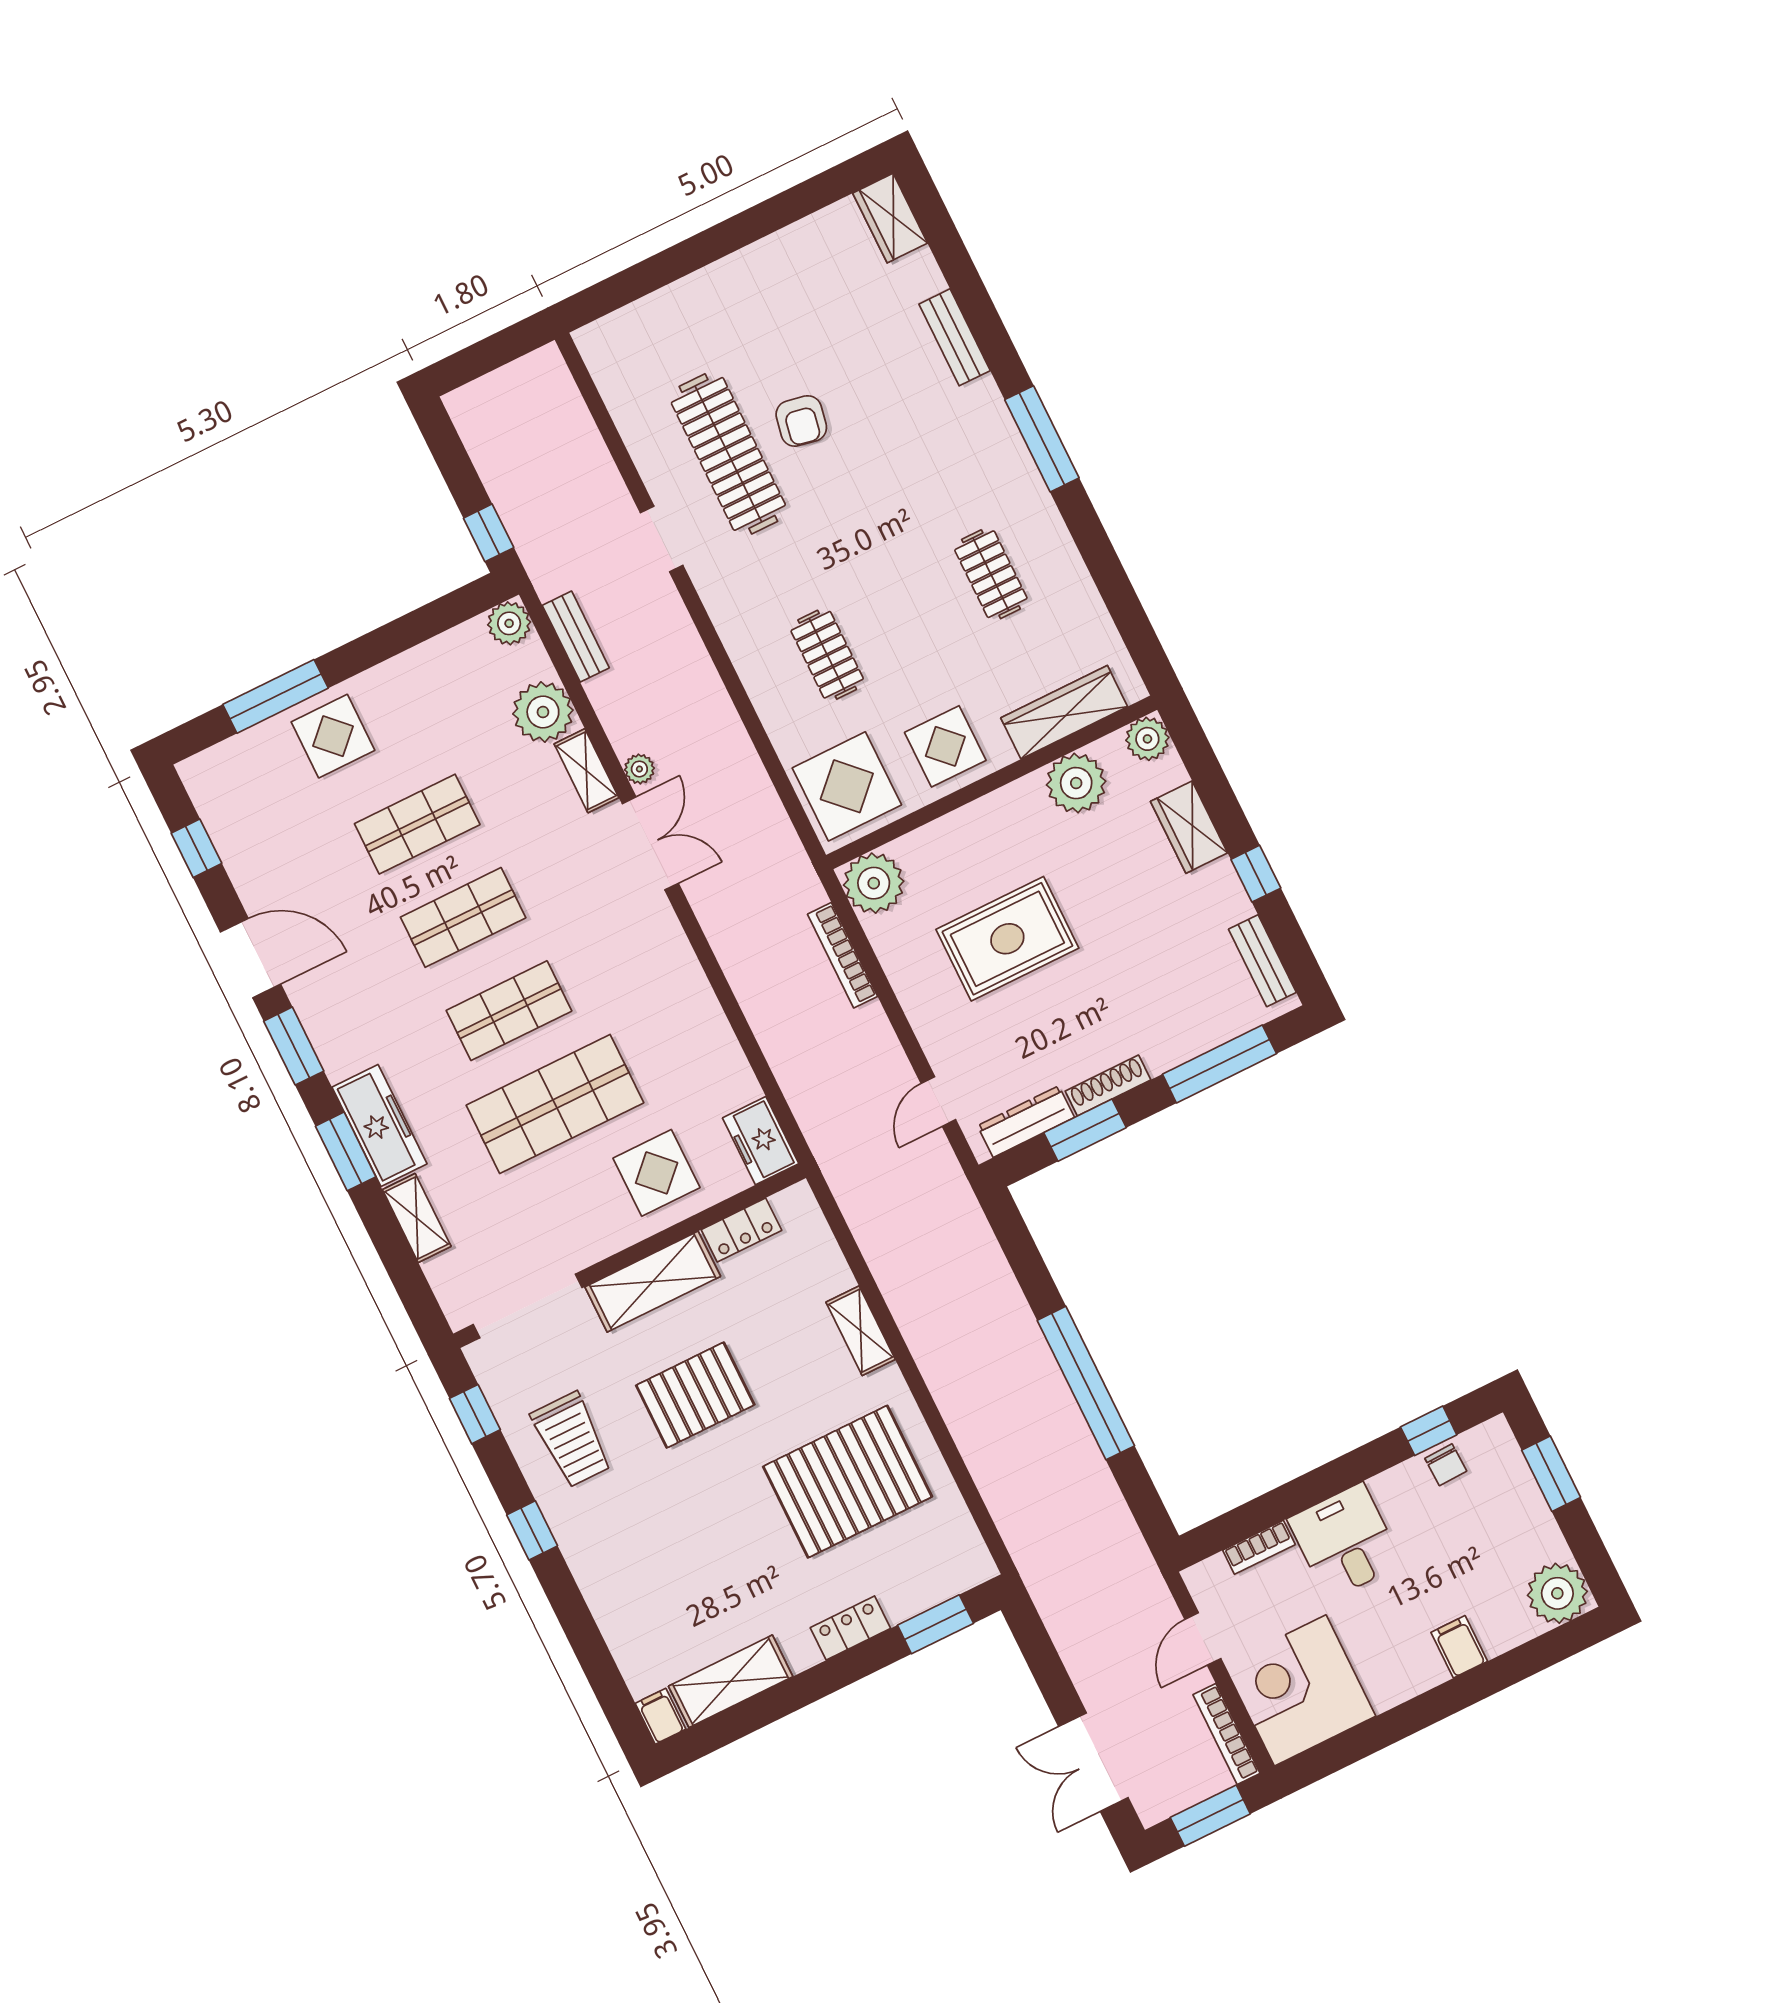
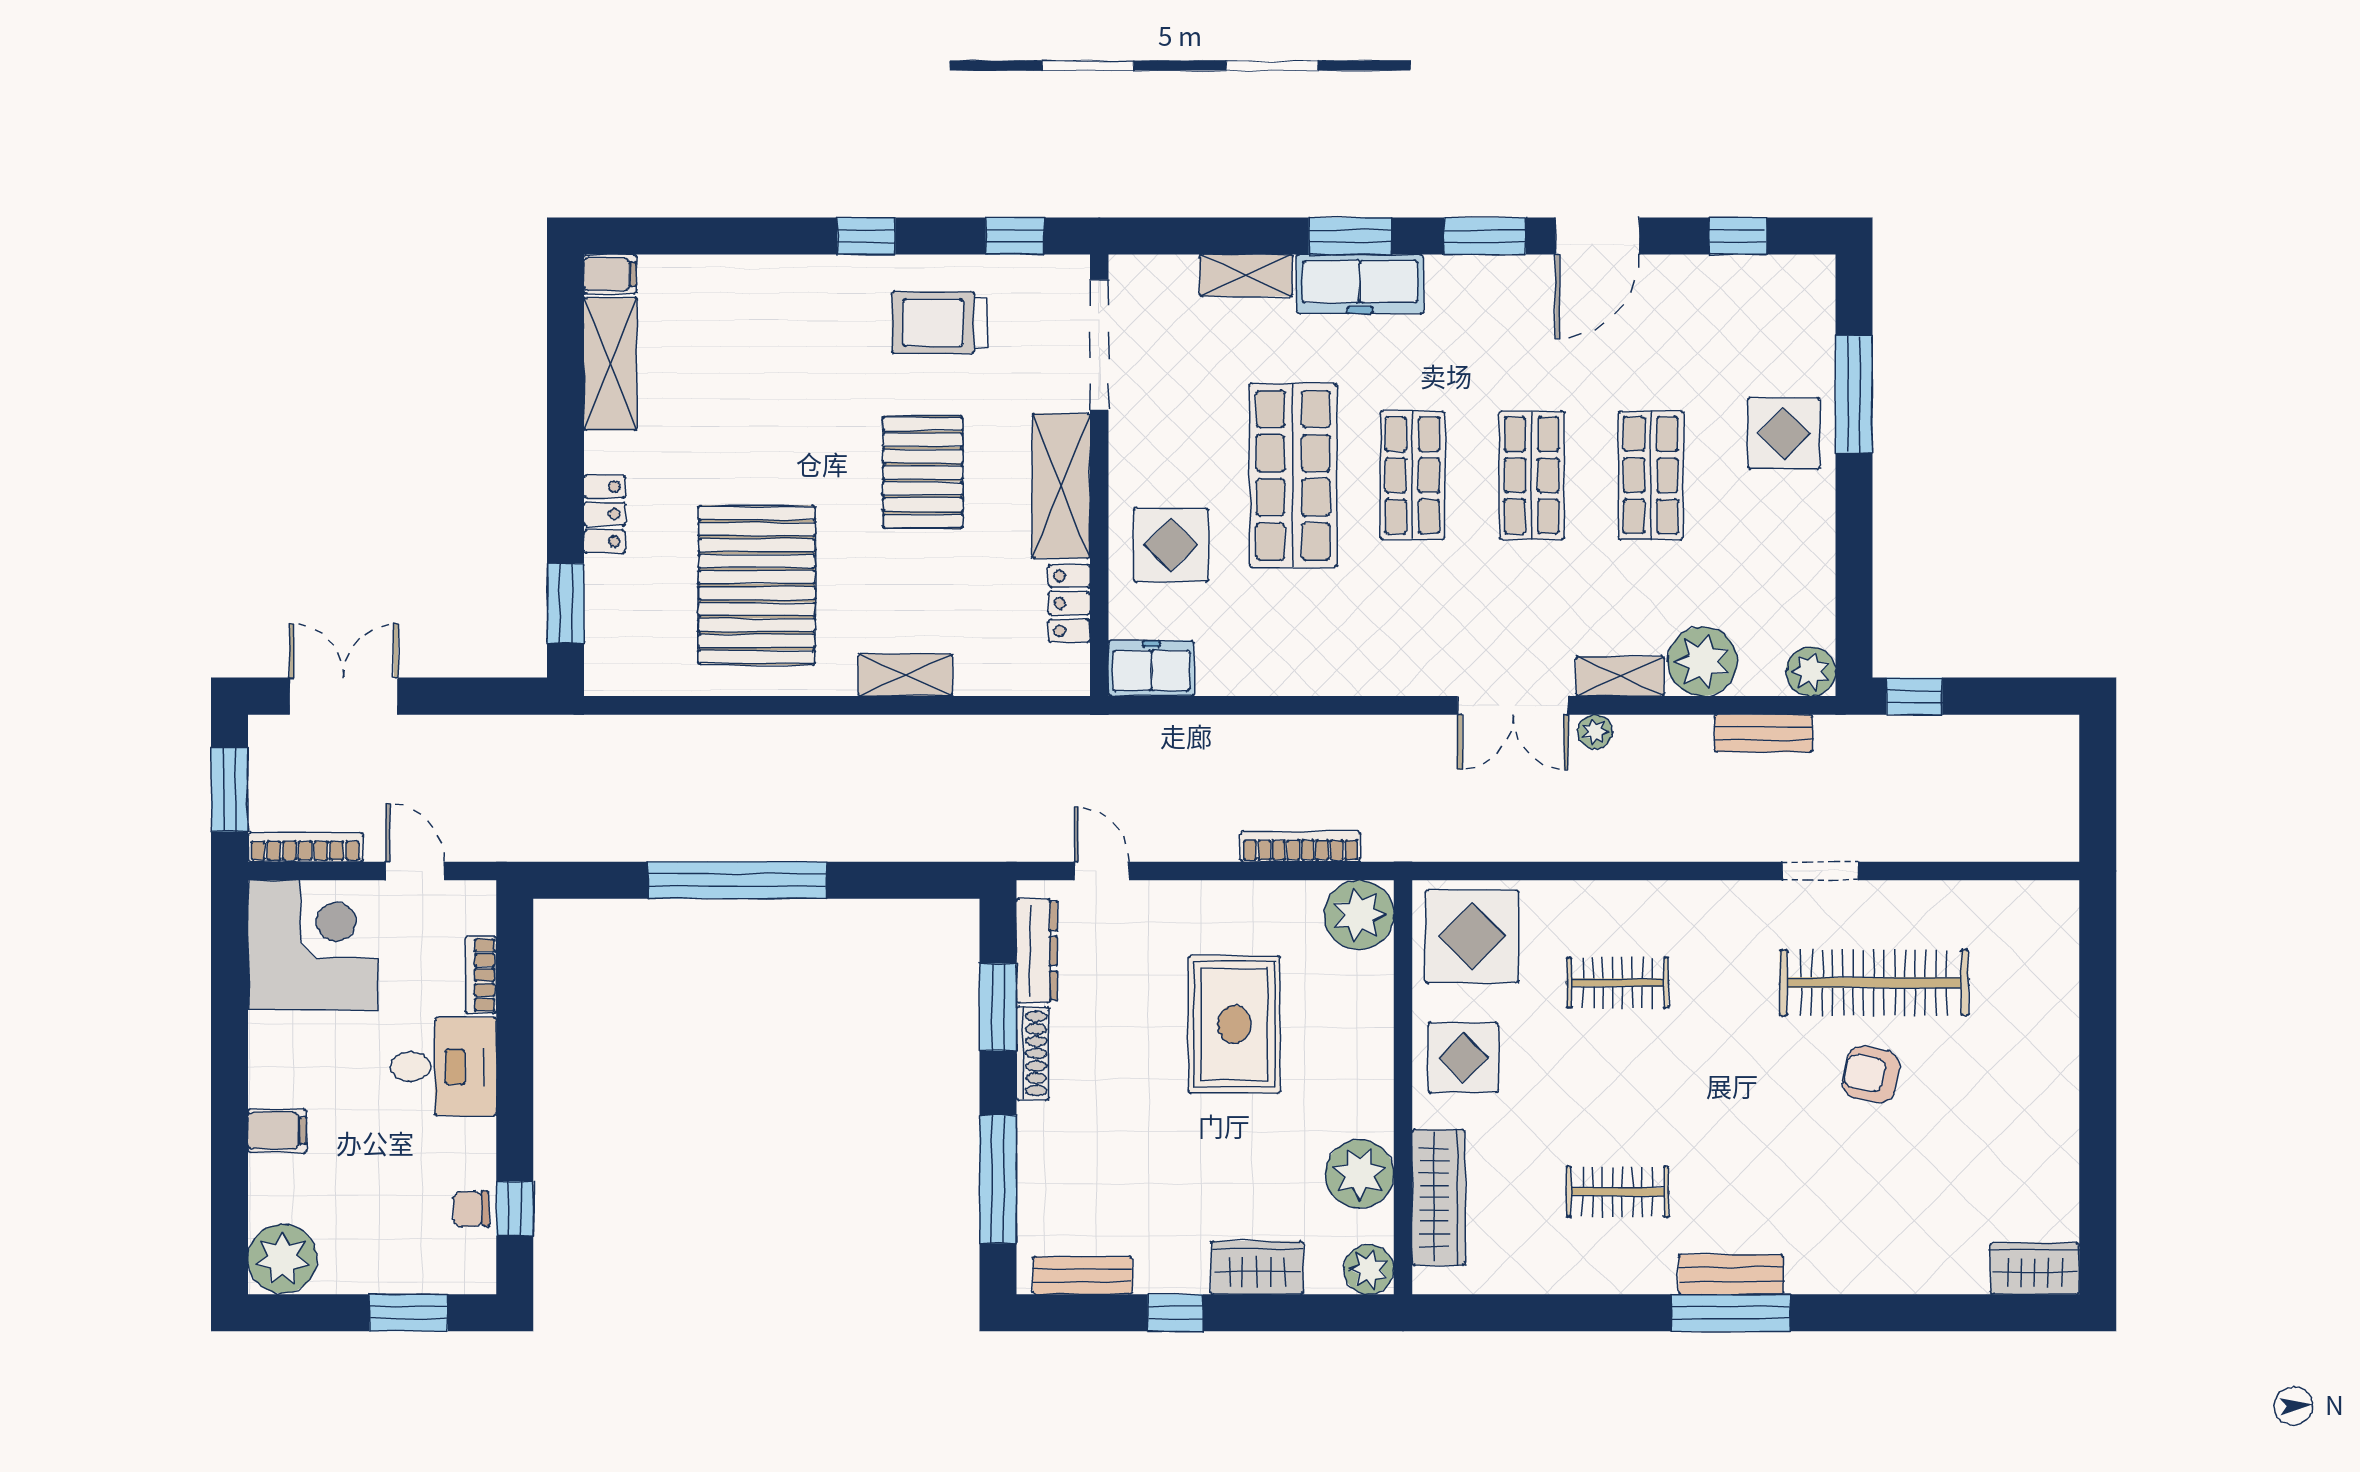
bench: (955, 337) -> (1731, 1274), moved

